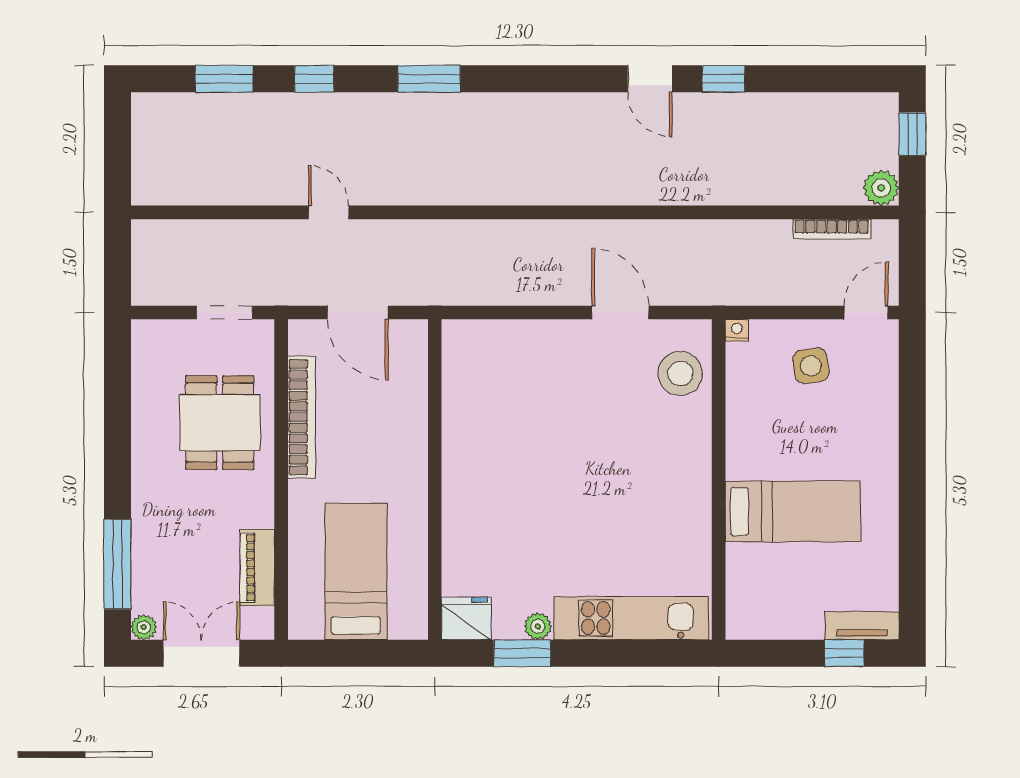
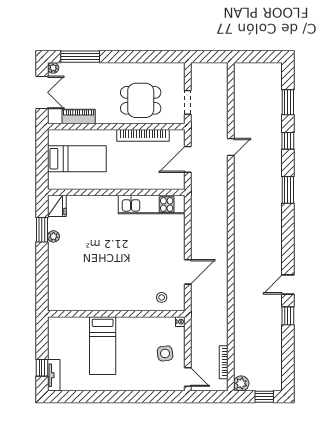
stool: (680, 374) -> (162, 297), width x0.53, depth x0.53
kitchen unit: (631, 618) -> (151, 205), moved, turned 90

